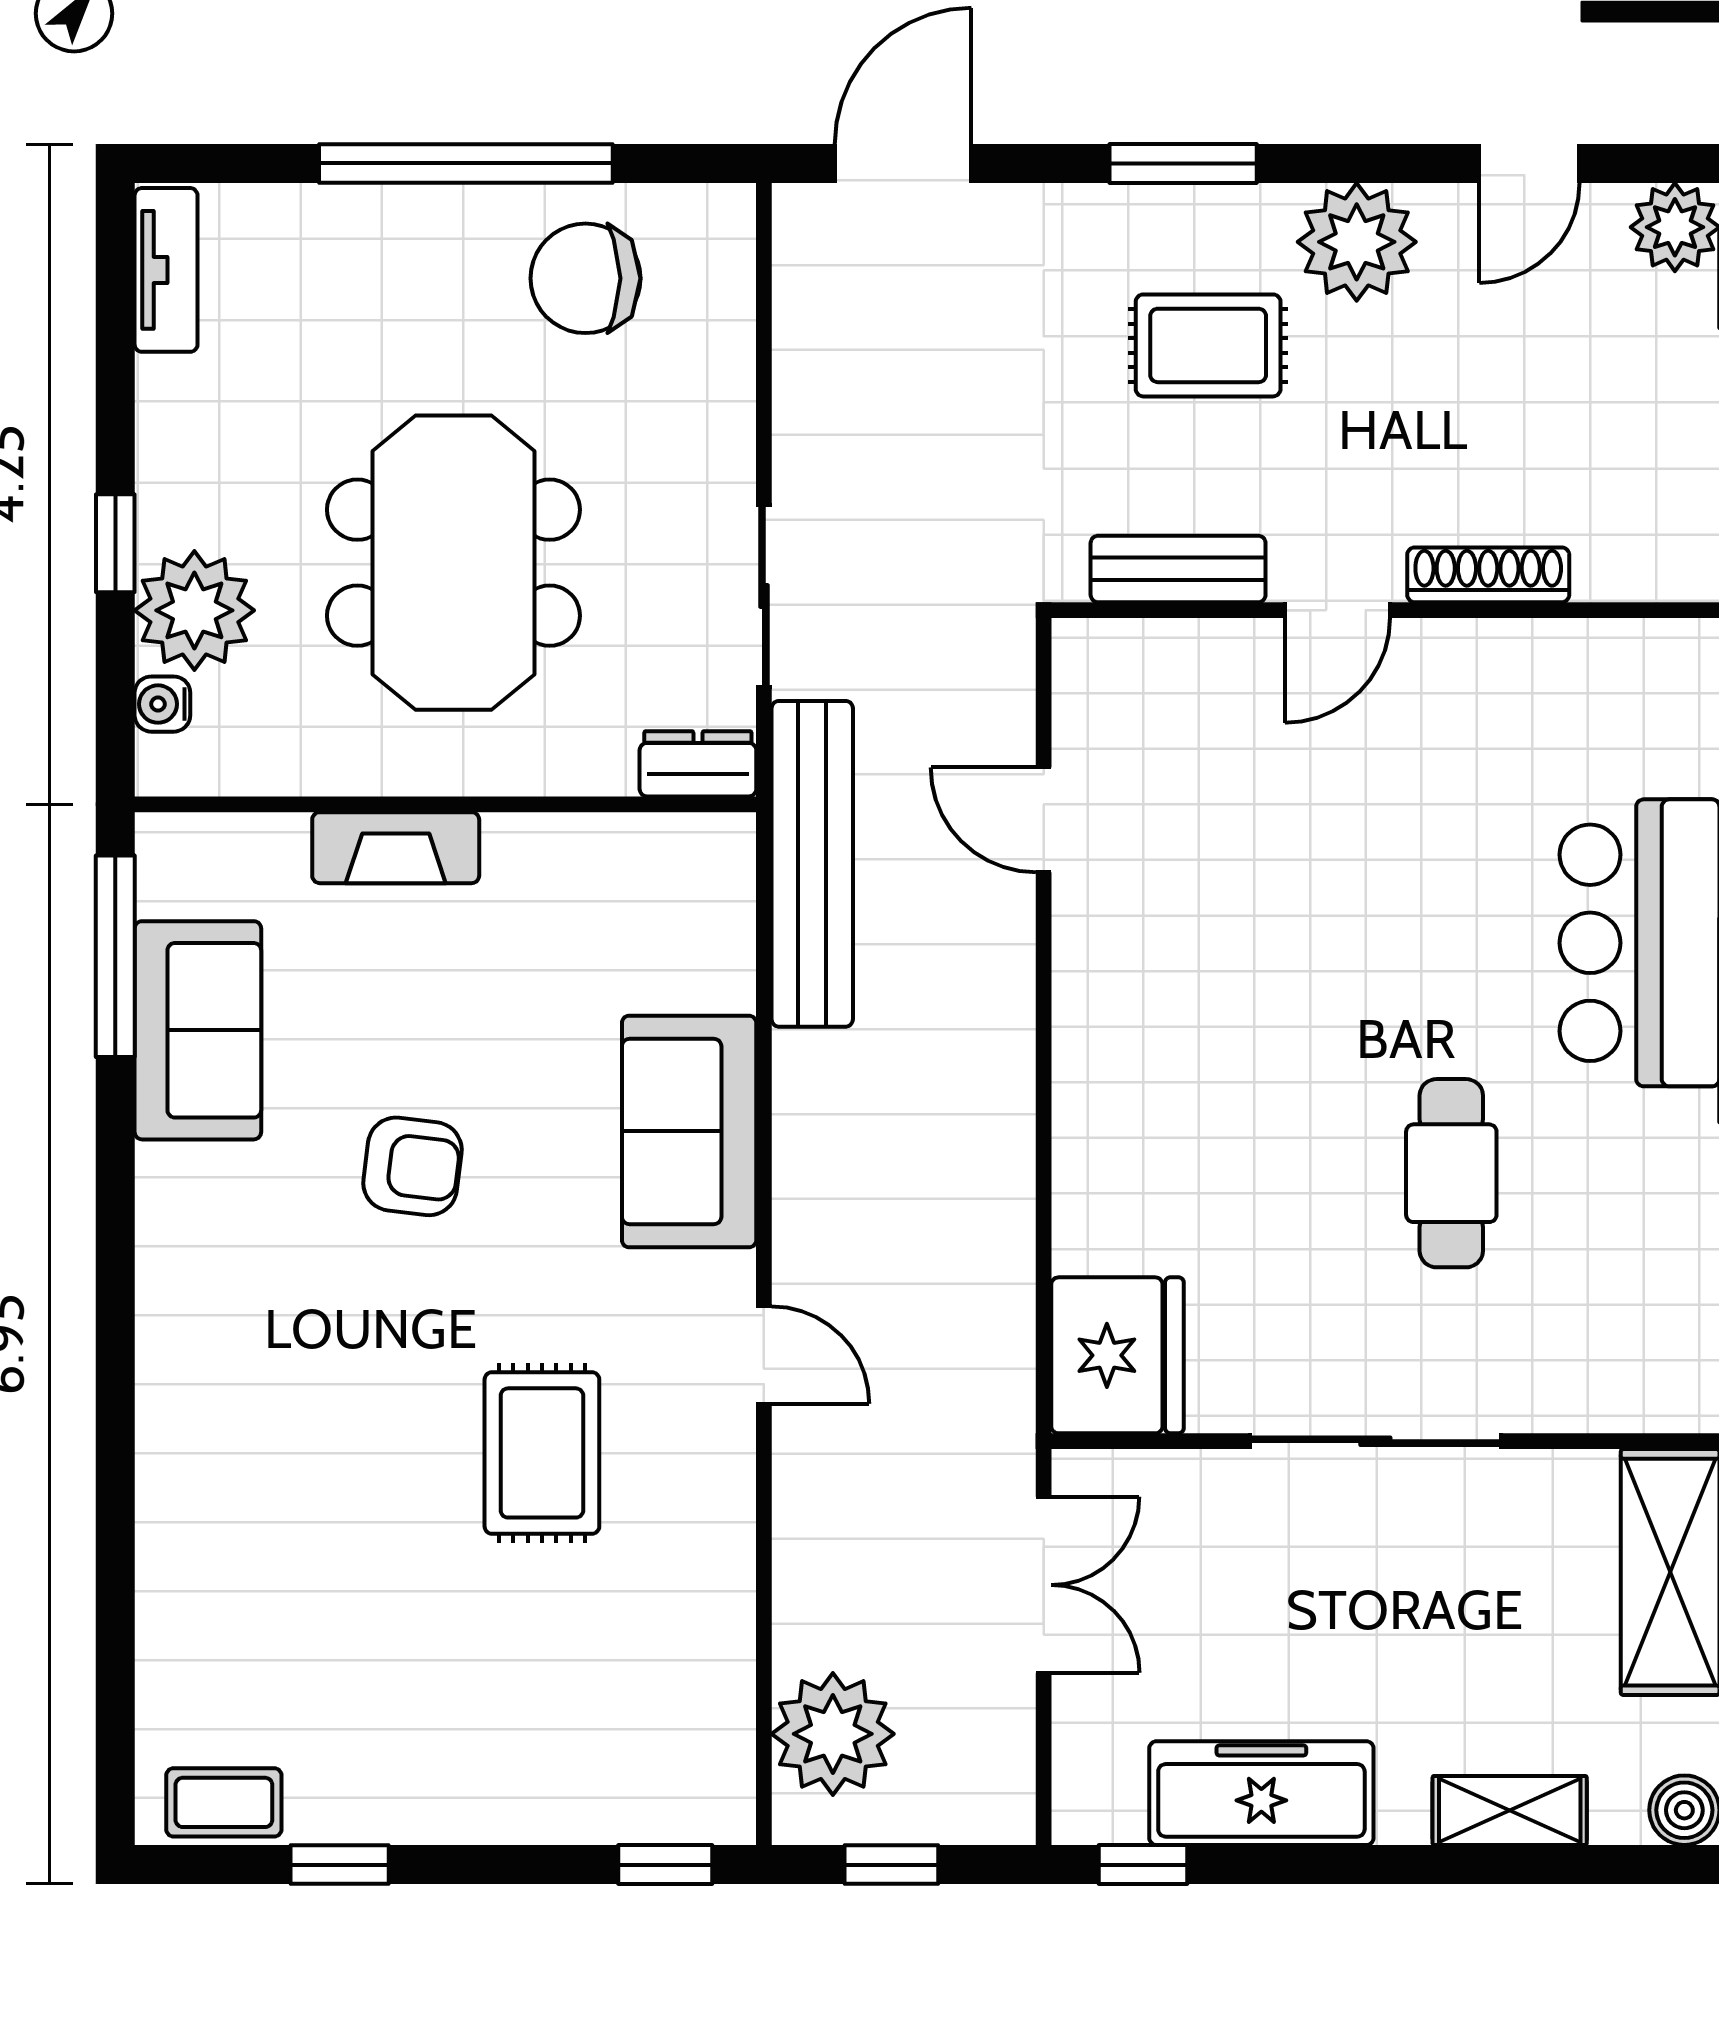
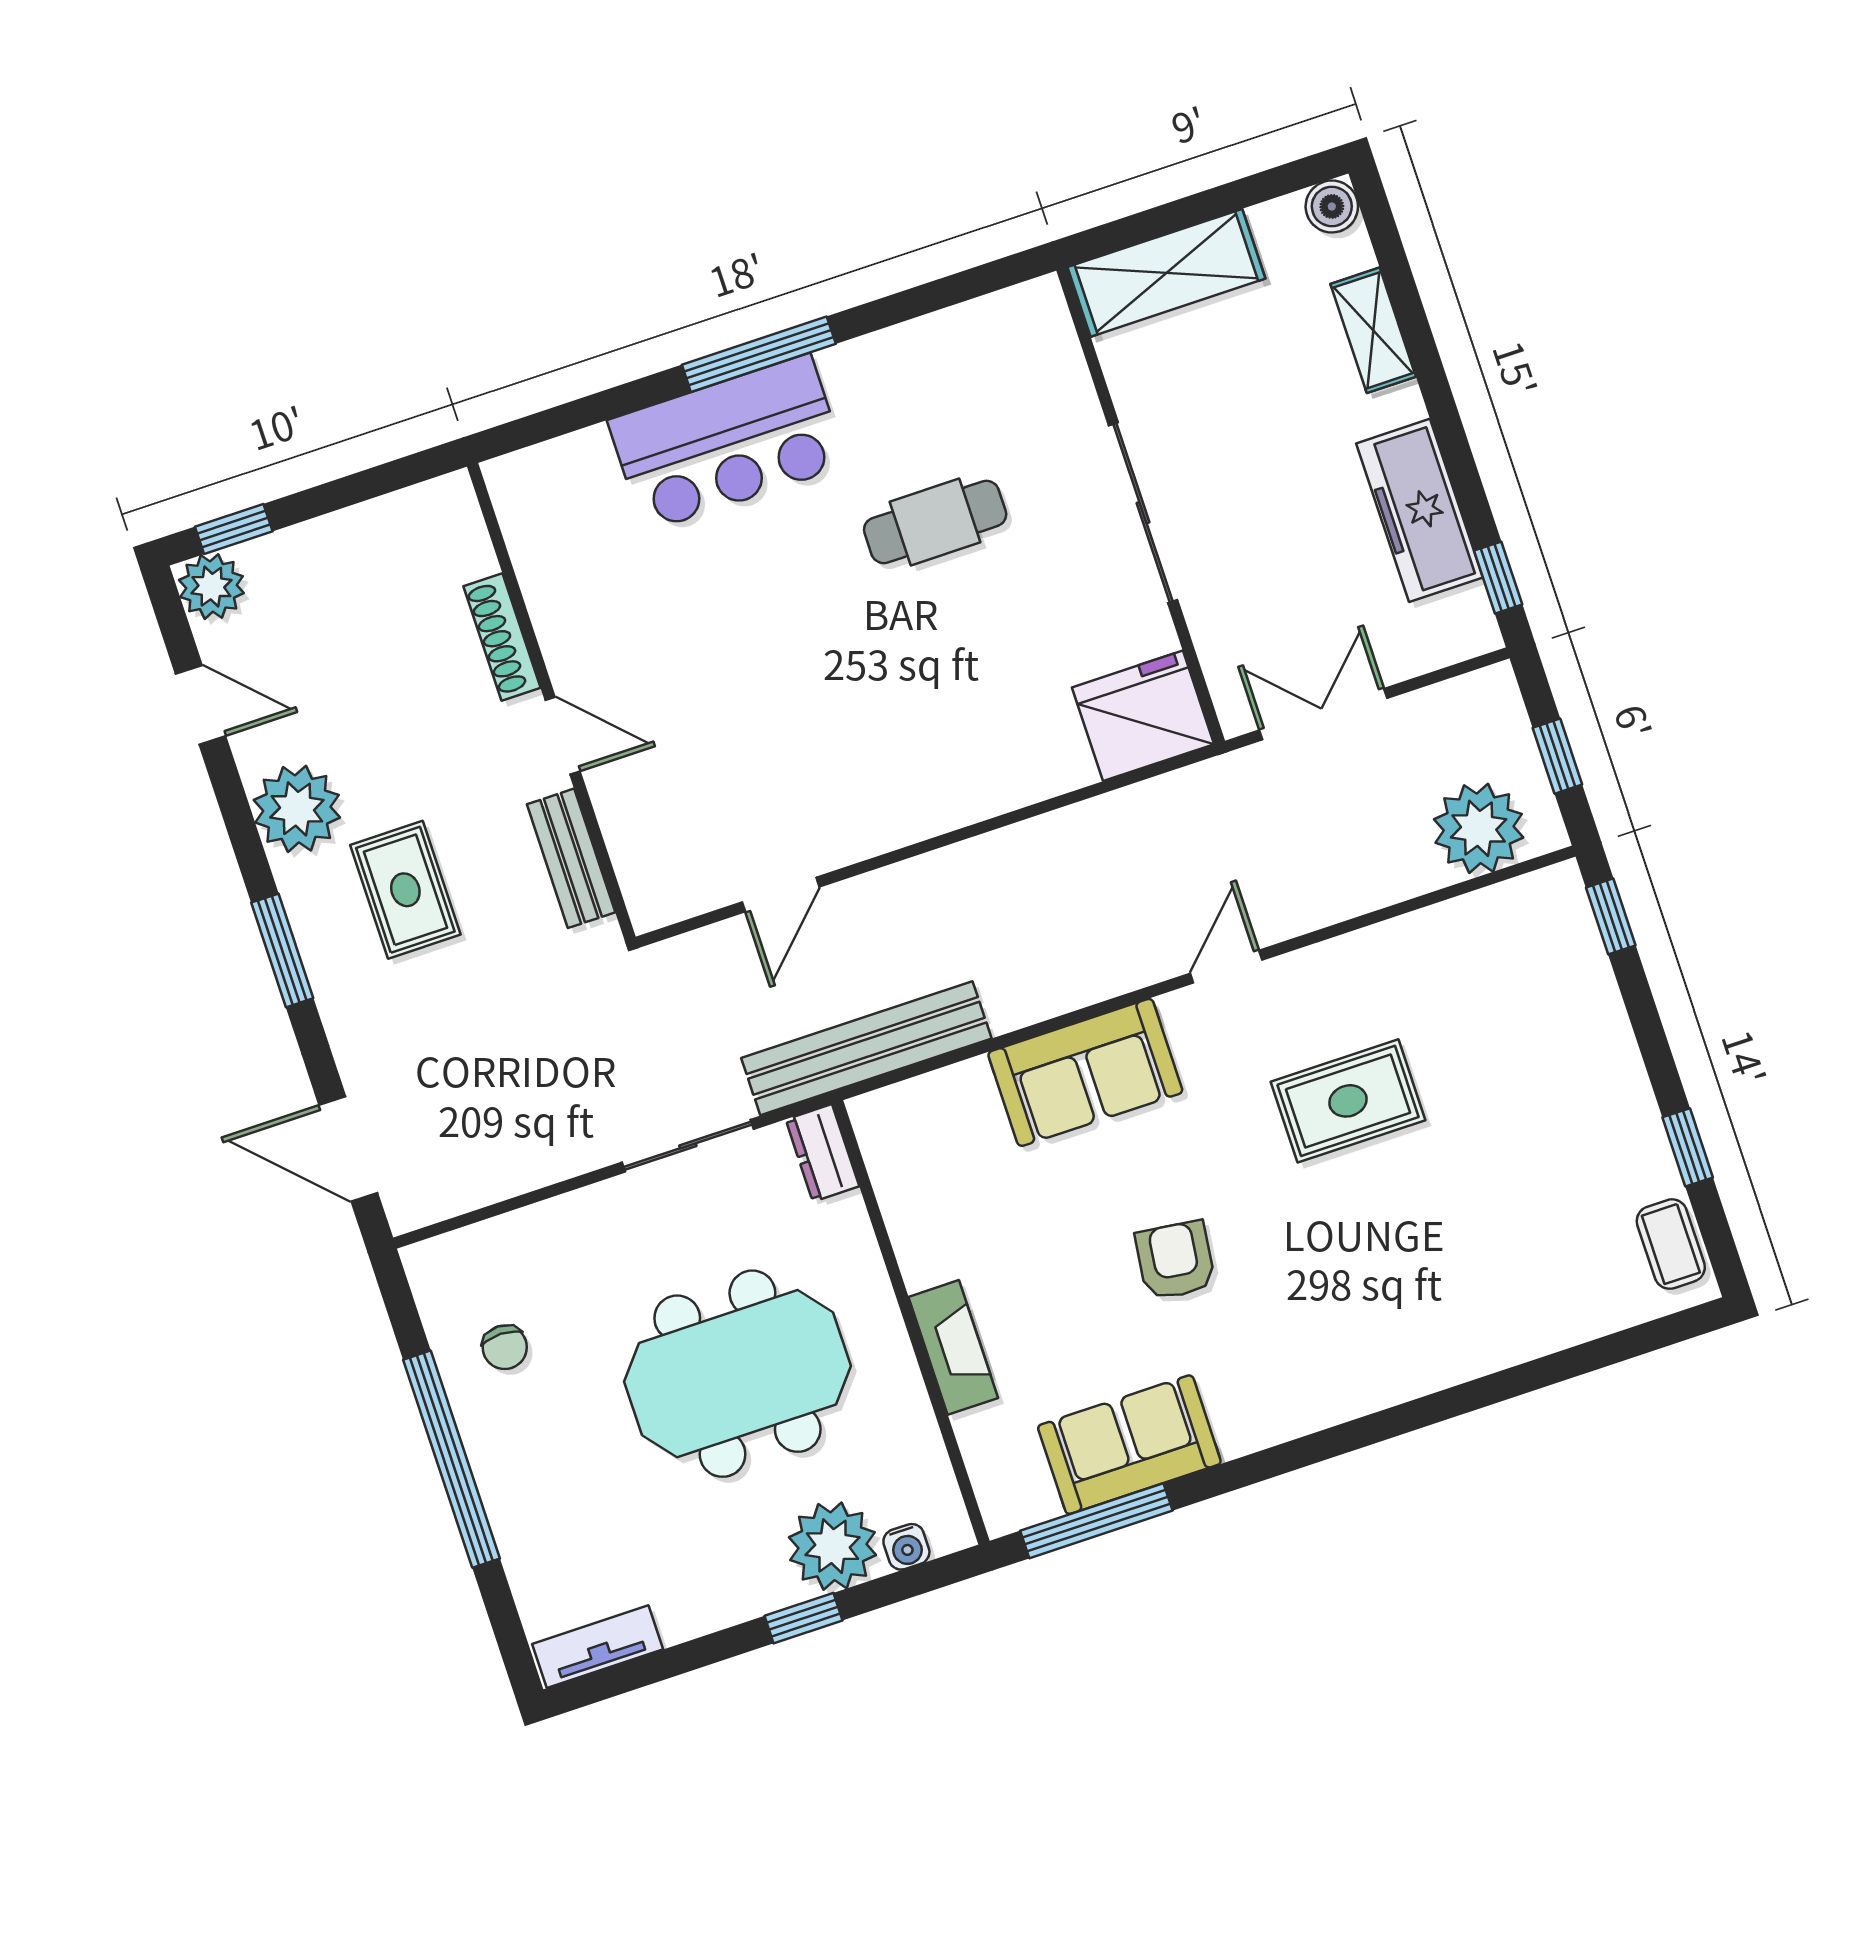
chair: (585, 278) -> (505, 1347), width x0.54, depth x0.54

